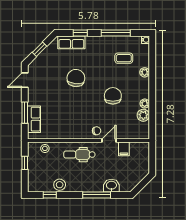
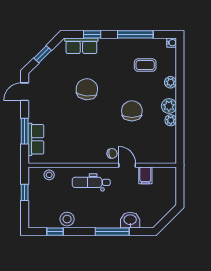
plant: (143, 115) -> (169, 106), moved
door: (109, 140) -> (127, 165), hinge flipped

